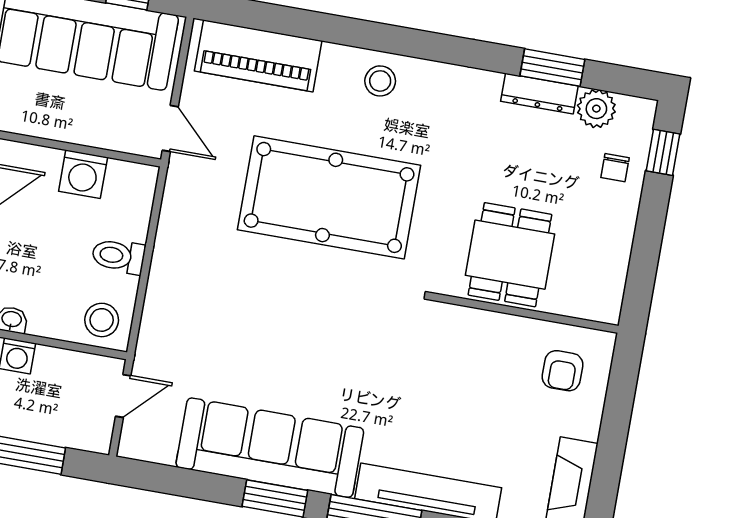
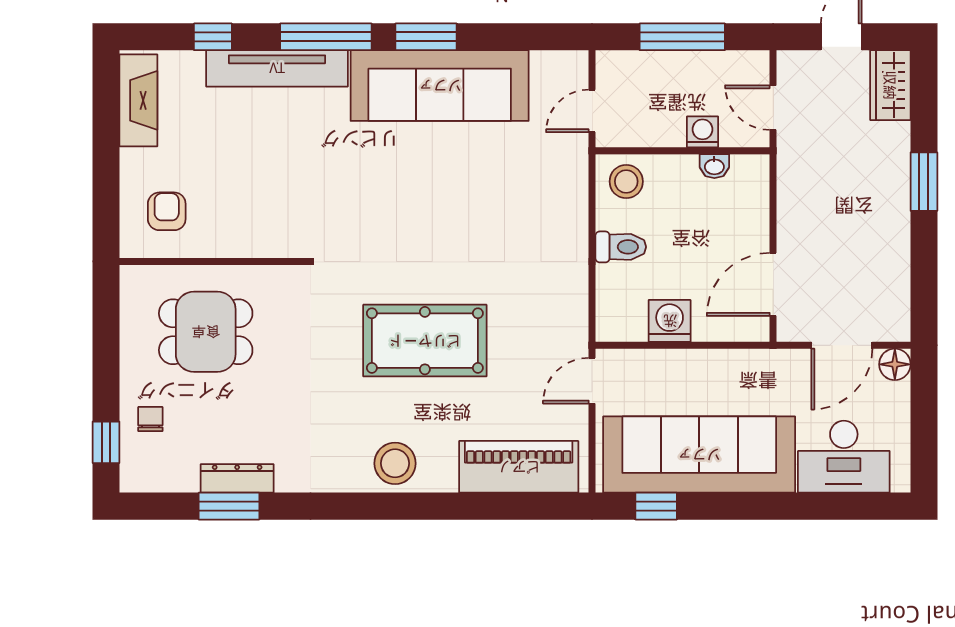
stool: (380, 81) -> (395, 463), width x1.38, depth x1.38
plant: (596, 109) -> (179, 474), removed
door: (170, 128) -> (592, 381), hinge flipped
pool table: (329, 197) -> (425, 341), width x0.73, depth x0.76
dining table: (510, 255) -> (206, 332), moved, turned 90

